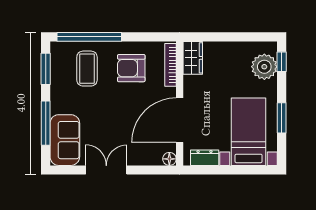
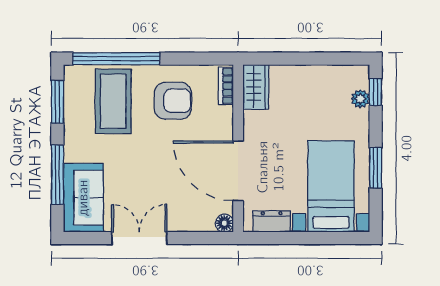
bookcase: (171, 65) -> (226, 86), width x0.64
plant: (264, 67) -> (360, 99), width x0.53, depth x0.53
armchair: (131, 68) -> (173, 101), turned 180
coffee table: (87, 69) -> (113, 101), width x1.36, depth x1.32
door: (180, 120) -> (238, 171), hinge flipped

